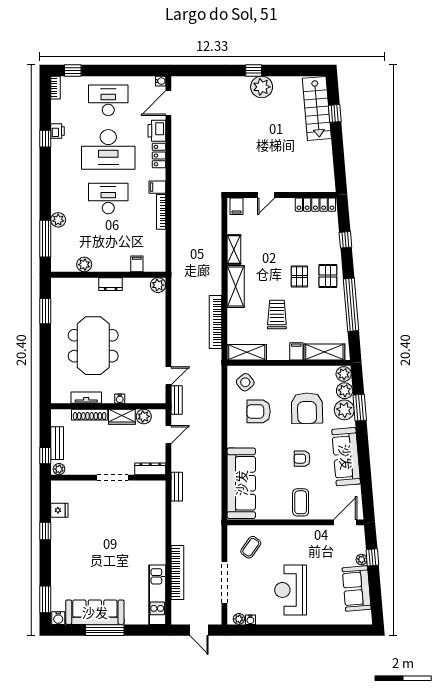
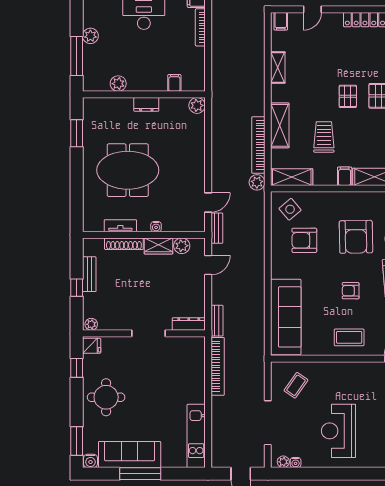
shelving: (236, 286) -> (280, 125), moved
meeting table: (93, 346) -> (128, 170), turned 90
plant: (214, 357) -> (257, 182), added
plant: (59, 469) -> (91, 324), moved
dresser: (150, 469) -> (189, 324), moved
wall: (108, 478) -> (144, 333), moved
doorway: (113, 478) -> (149, 333), moved
coffee table: (301, 502) -> (349, 337), turned 90
round table: (73, 558) -> (106, 397), added
bookcase: (177, 572) -> (218, 366), moved

